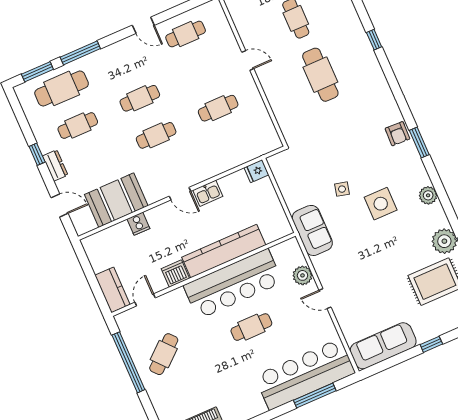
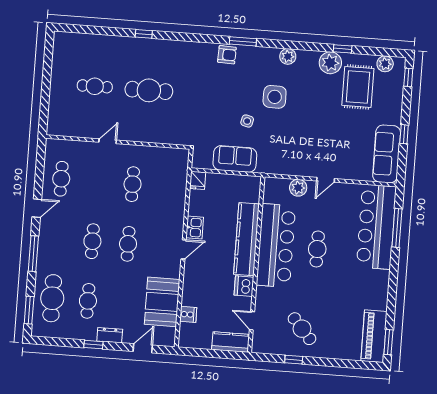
window: (80, 53) -> (33, 254), moved
cooker: (138, 224) -> (188, 314), moved
sofa: (312, 230) -> (235, 159), moved
window: (431, 344) -> (404, 134), moved
window: (128, 362) -> (294, 360), width x0.32

